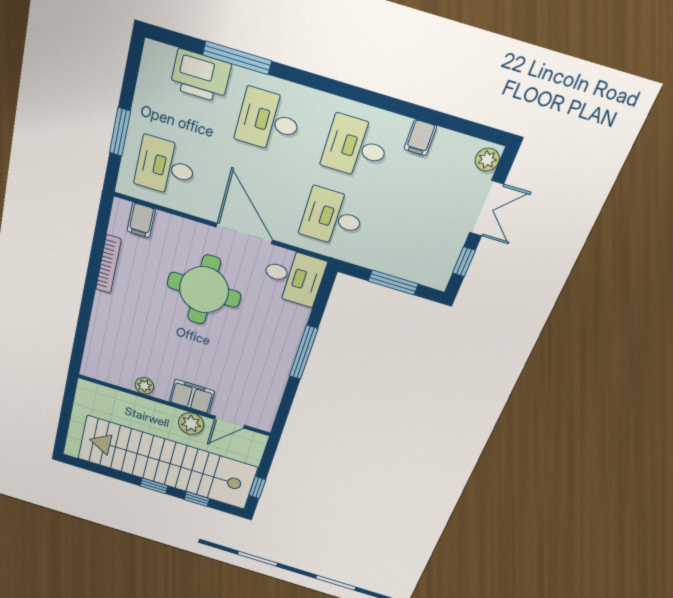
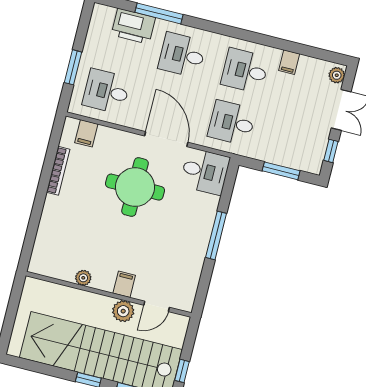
filing cabinet: (192, 396) -> (124, 284), width x0.50

